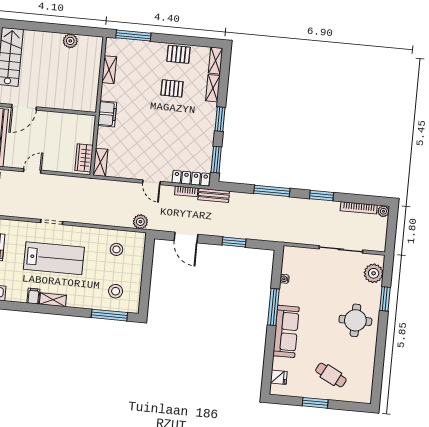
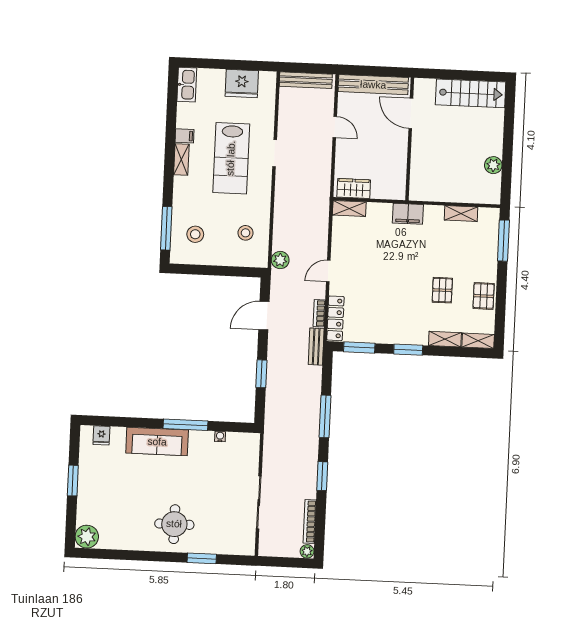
plant: (374, 273) -> (87, 537), moved
cafe table: (331, 375) -> (107, 498), removed

